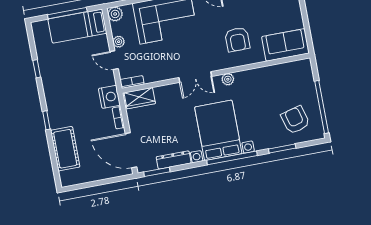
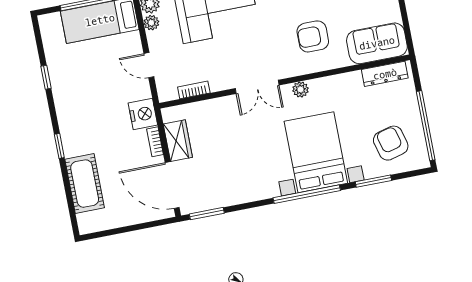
armchair: (237, 39) -> (313, 36), turned 90
plant: (119, 42) -> (151, 23), moved
bookcase: (132, 82) -> (194, 90), moved
wardrobe: (140, 98) -> (178, 141), moved, turned -90
bed with nightstands: (218, 130) -> (316, 152), moved
dresser: (174, 160) -> (385, 74), moved, turned 180

